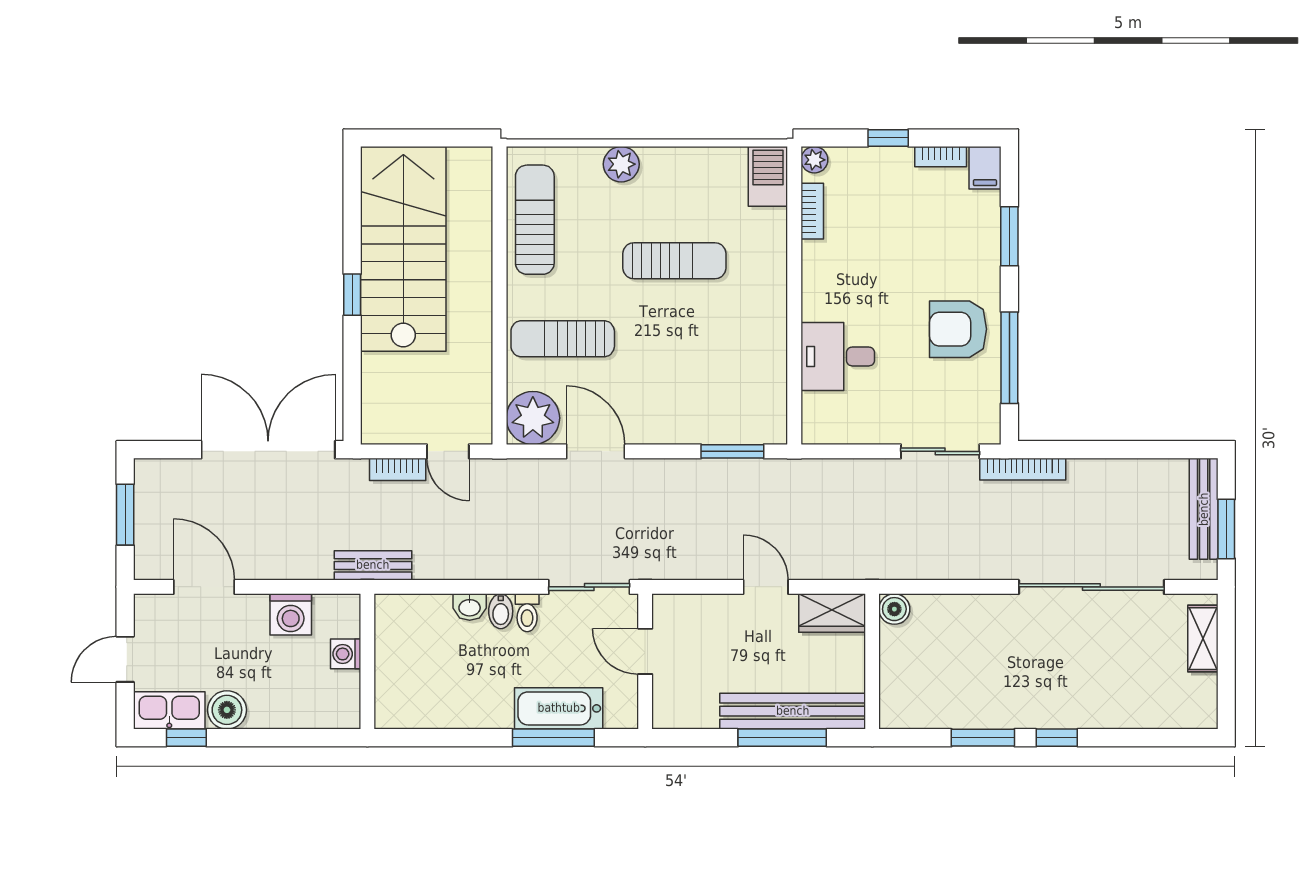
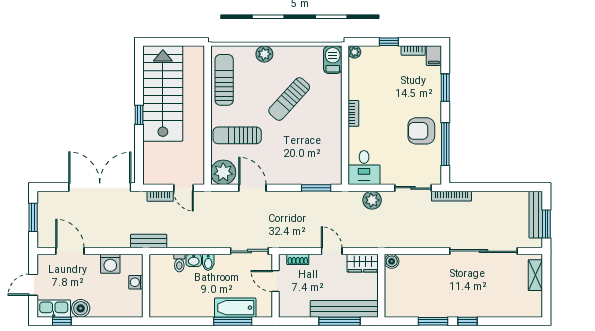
bookcase: (812, 211) -> (353, 113), moved
sun lounger: (674, 261) -> (289, 99), turned 132
desk: (838, 356) -> (364, 168), moved, turned -90
plant: (852, 478) -> (372, 200), added
shoe rack: (693, 605) -> (298, 259), added
toilet: (527, 613) -> (179, 263), moved

